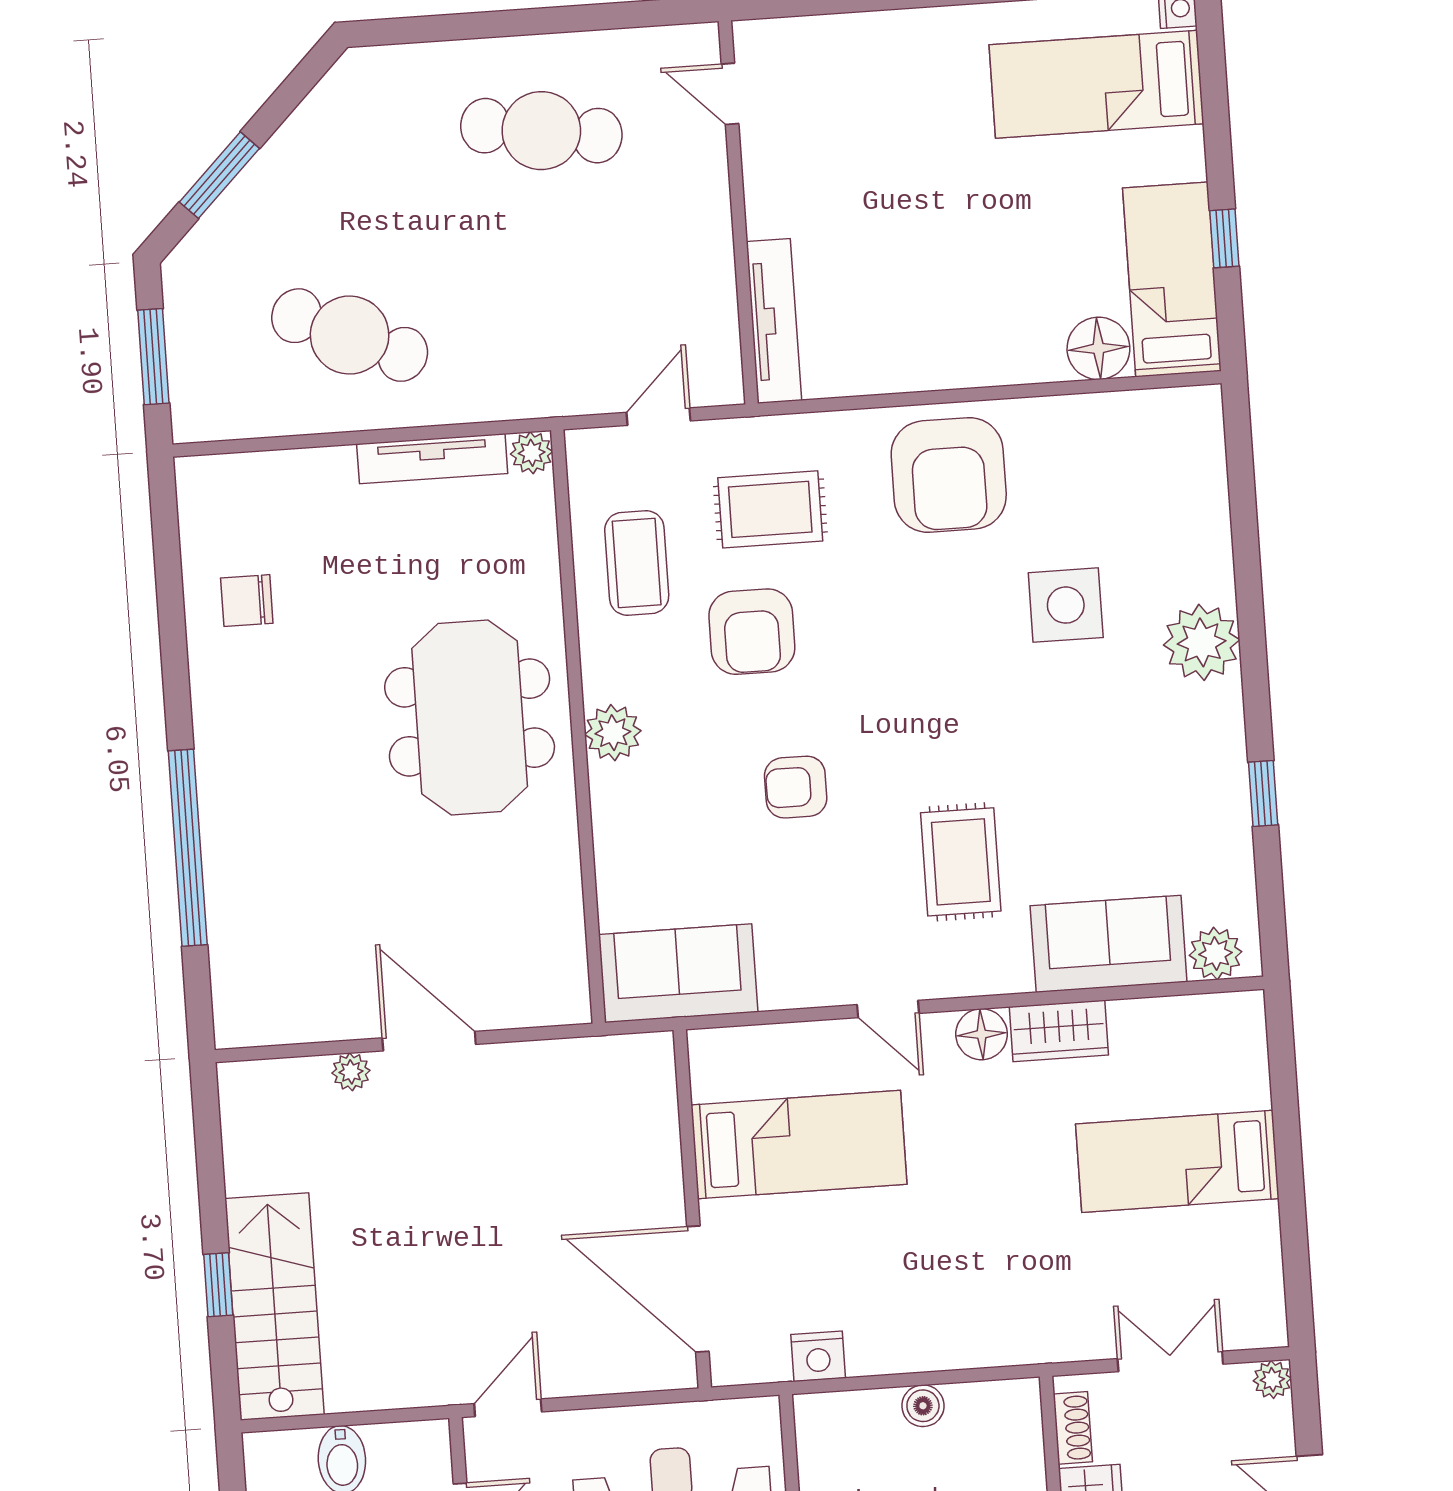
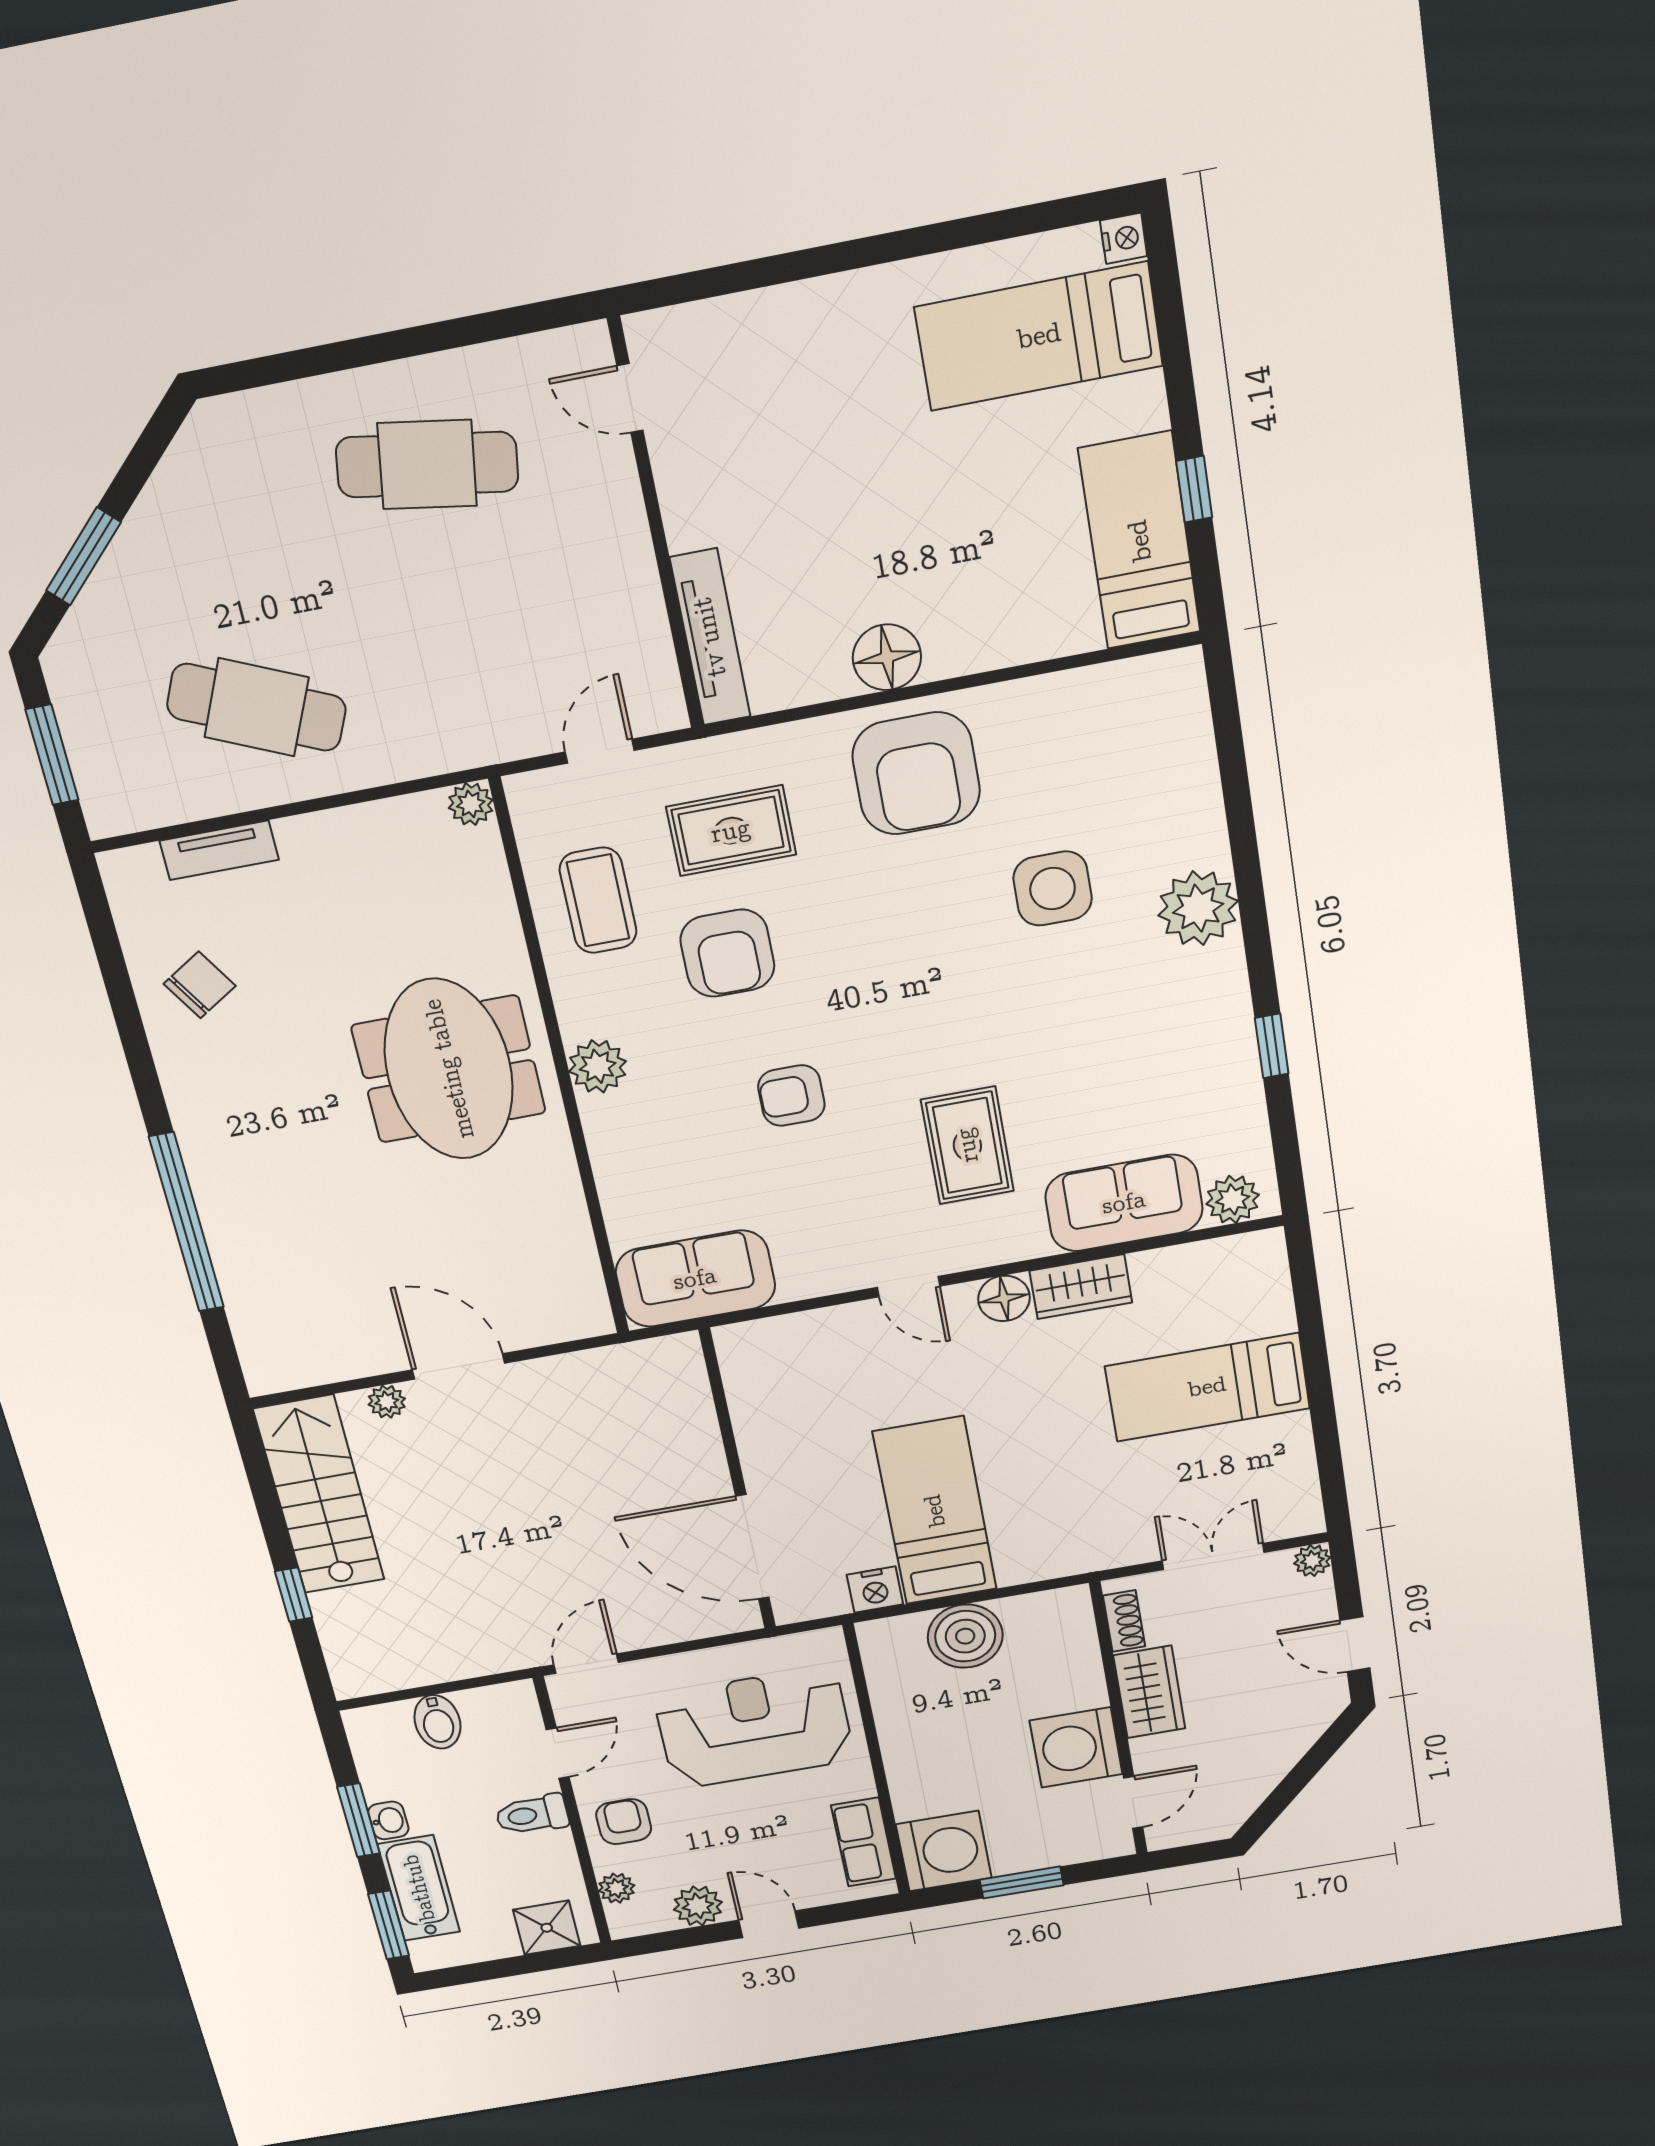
floor lamp: (1098, 348) -> (887, 657), moved
tv unit: (432, 459) -> (219, 850), moved, width x0.71
chair: (247, 601) -> (200, 985), turned 148
bed: (799, 1145) -> (935, 1511), moved, turned -90
stairs: (274, 1306) -> (319, 1495), moved
boiler: (923, 1406) -> (965, 1636), width x1.86, depth x1.86

